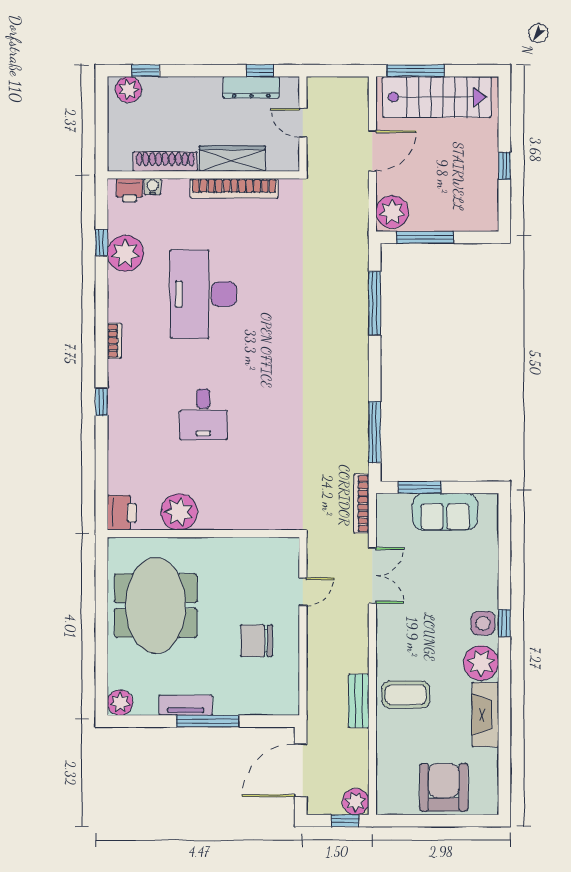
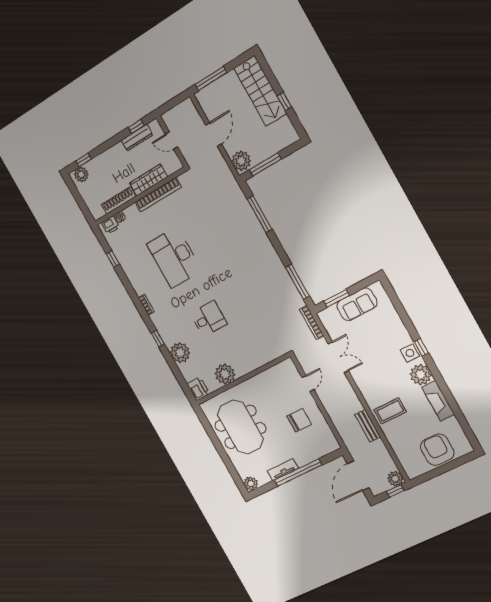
stairs: (437, 97) -> (260, 91), moved, turned 90
plant: (125, 253) -> (180, 353), moved
desk: (203, 414) -> (209, 319), turned -90
chair: (256, 641) -> (299, 420), turned 180
window: (208, 721) -> (298, 473), width x1.46

